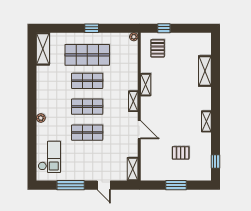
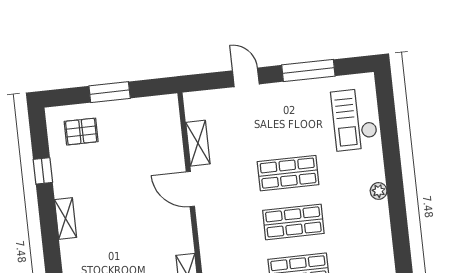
shelving: (133, 101) -> (207, 242), removed
pallet: (181, 153) -> (81, 132), moved
window: (215, 162) -> (43, 171), moved
shelving: (133, 169) -> (198, 143), moved

